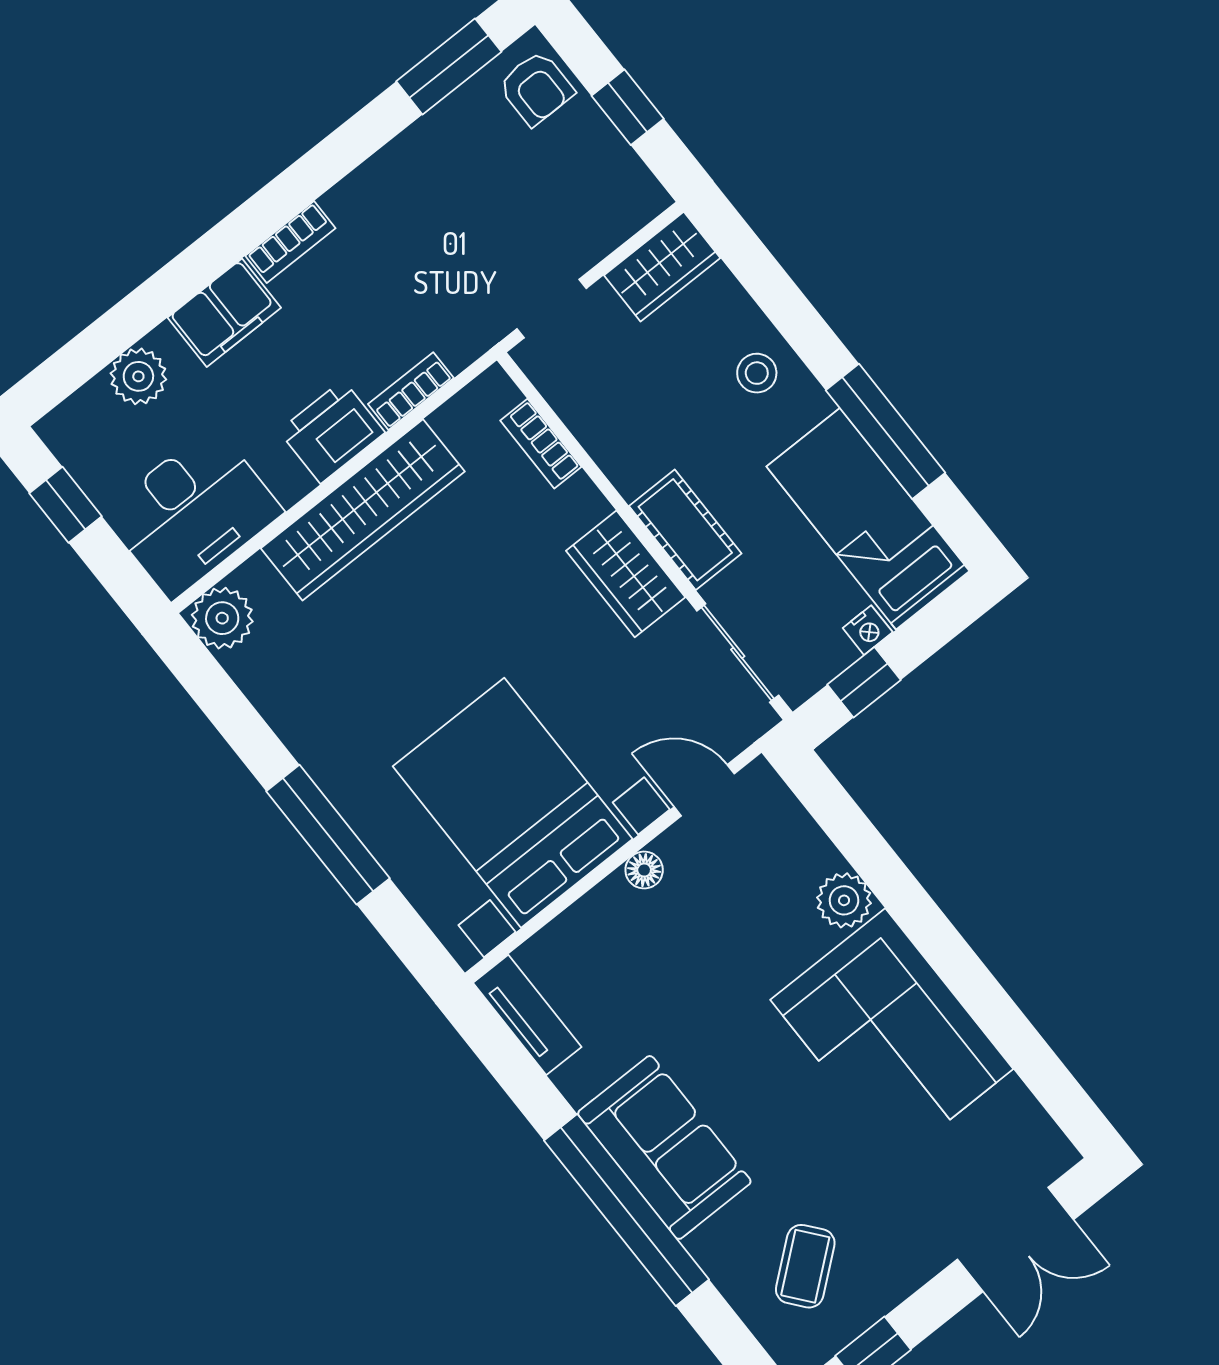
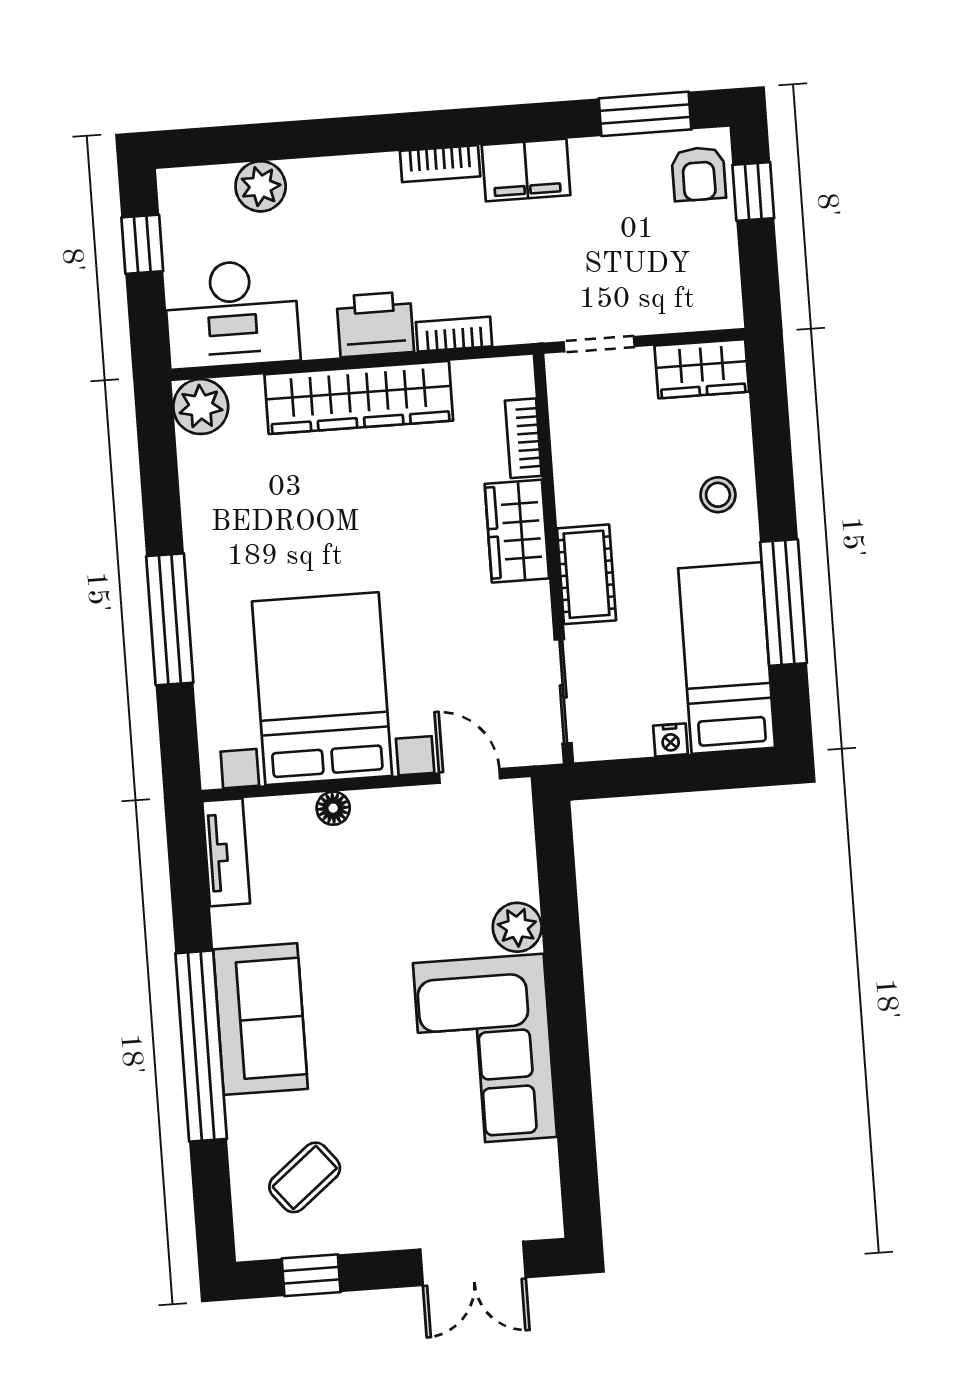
window: (628, 107) -> (753, 192), moved
filing cabinet: (224, 313) -> (526, 170), moved
wardrobe: (626, 574) -> (517, 531), moved
window: (864, 682) -> (642, 777), removed
floor lamp: (644, 870) -> (333, 808), moved

